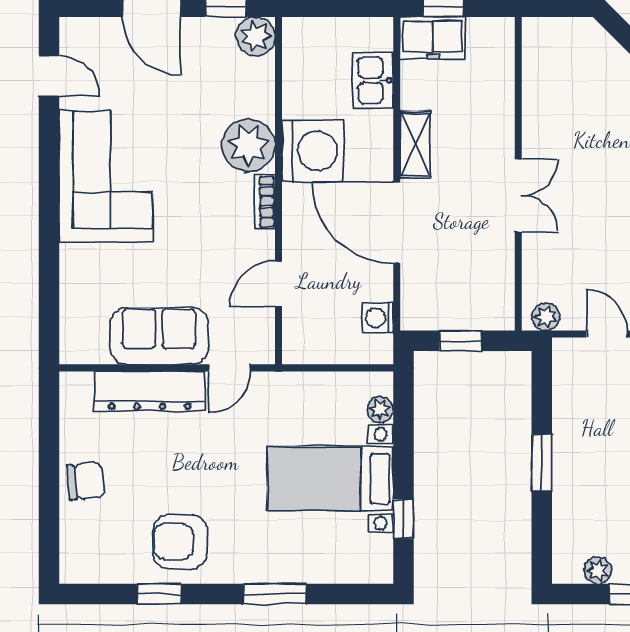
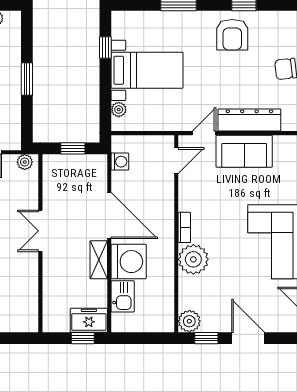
washing machine: (313, 151) -> (129, 262), moved, turned 180
door: (279, 284) -> (176, 161), moved
armchair: (180, 542) -> (232, 35), turned 90

